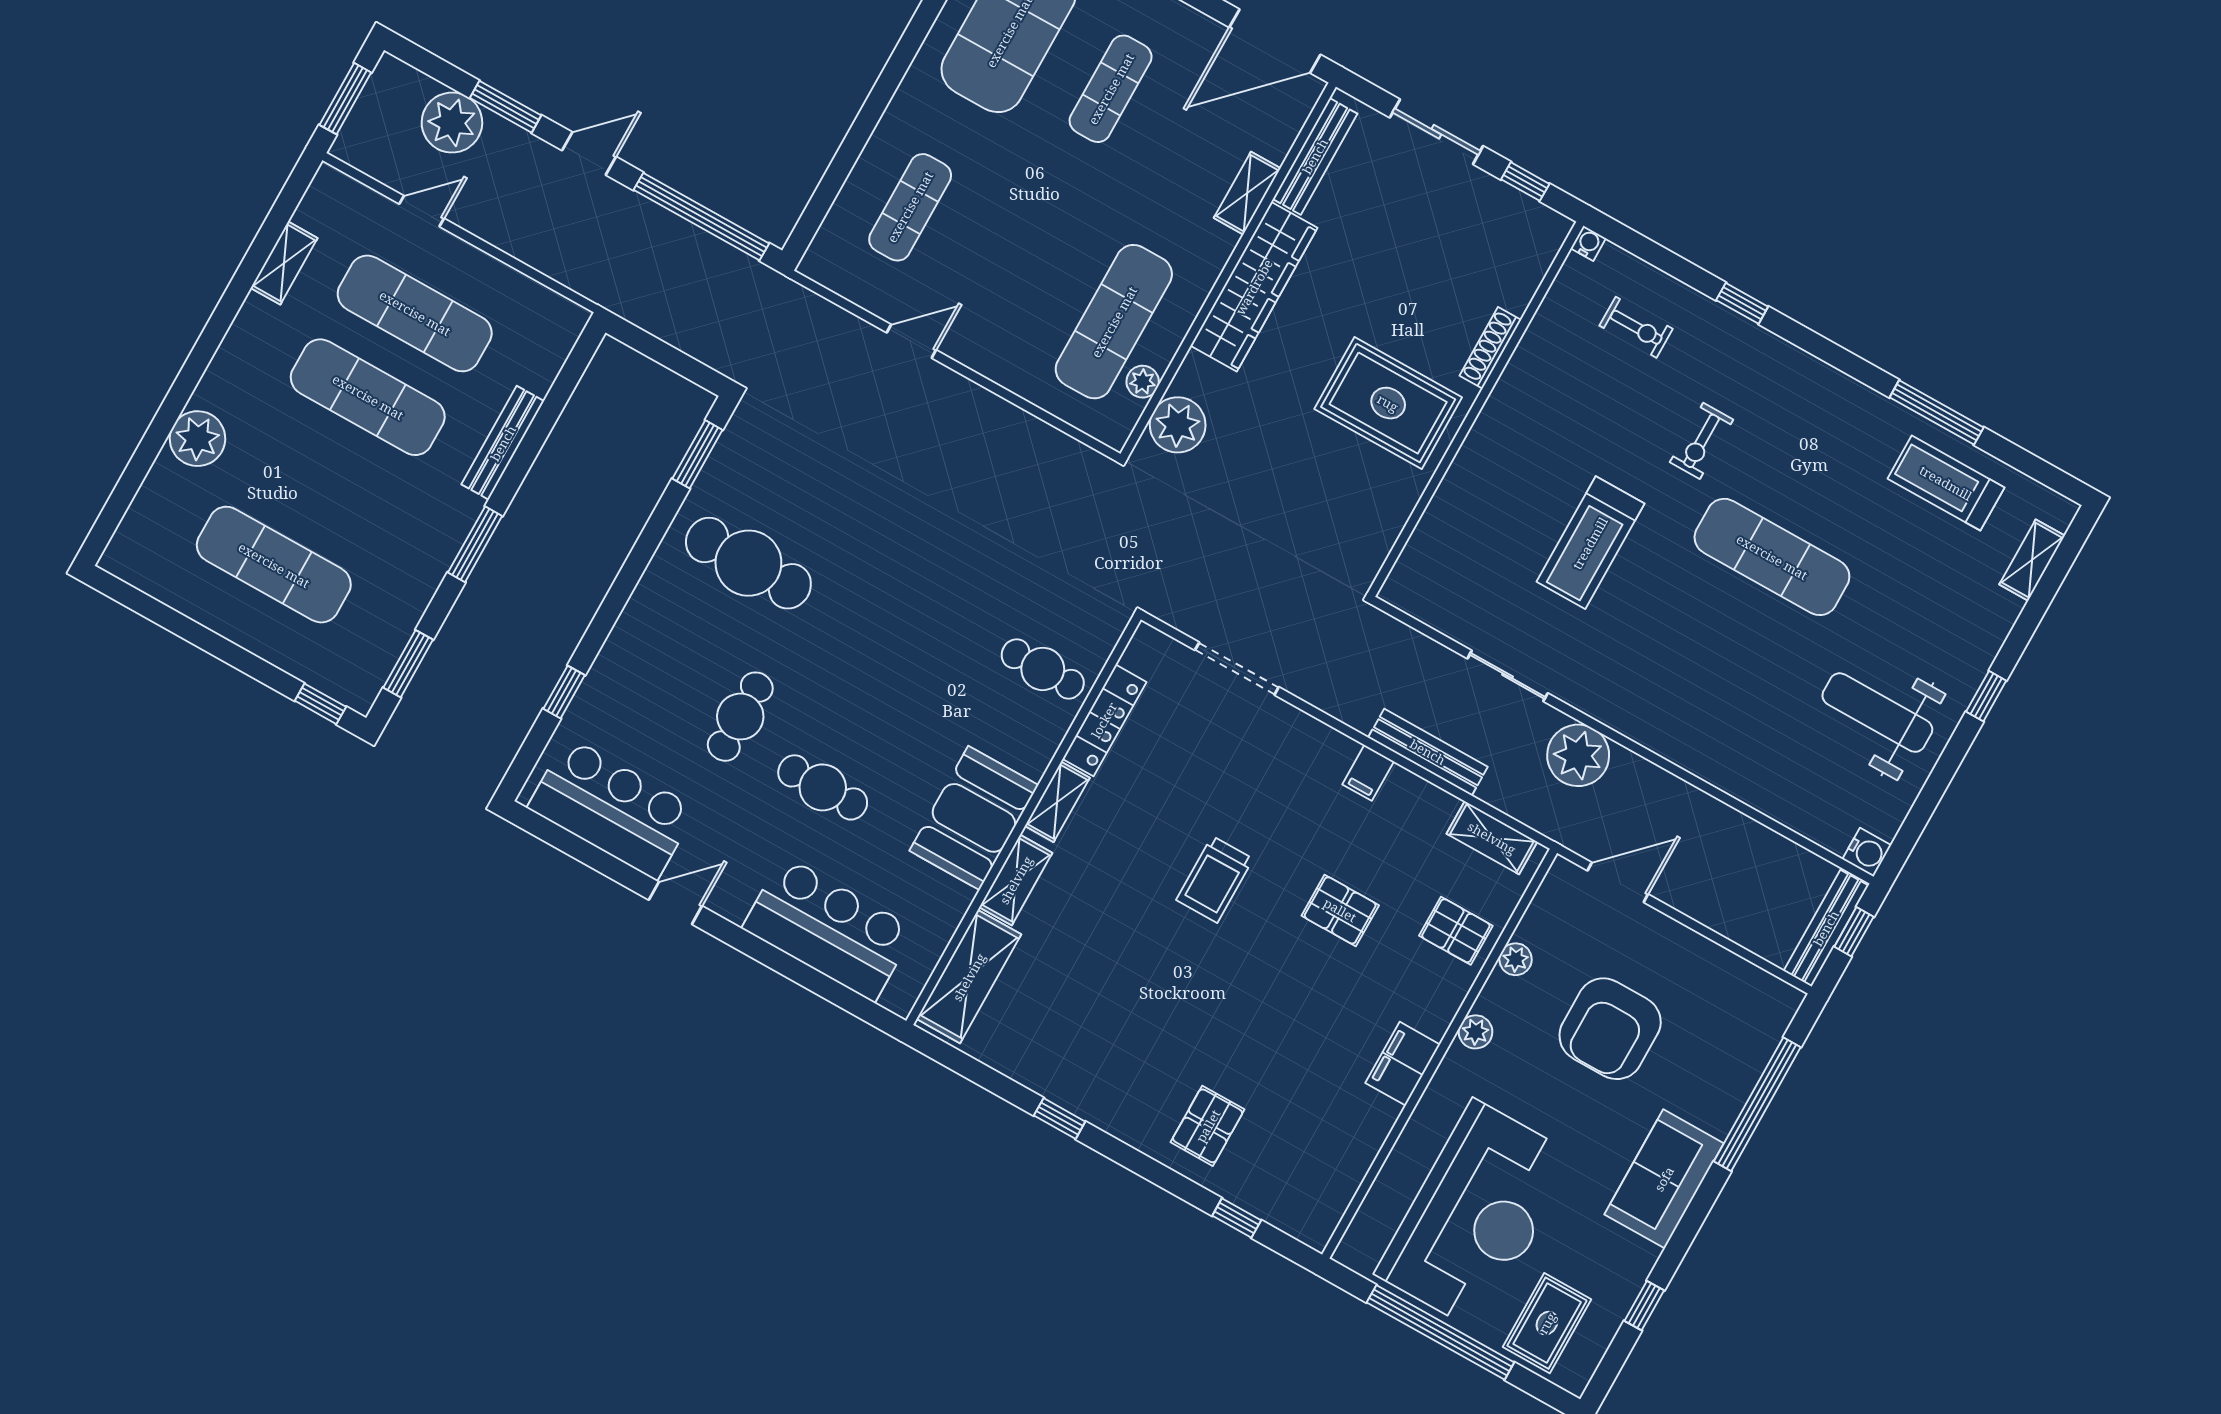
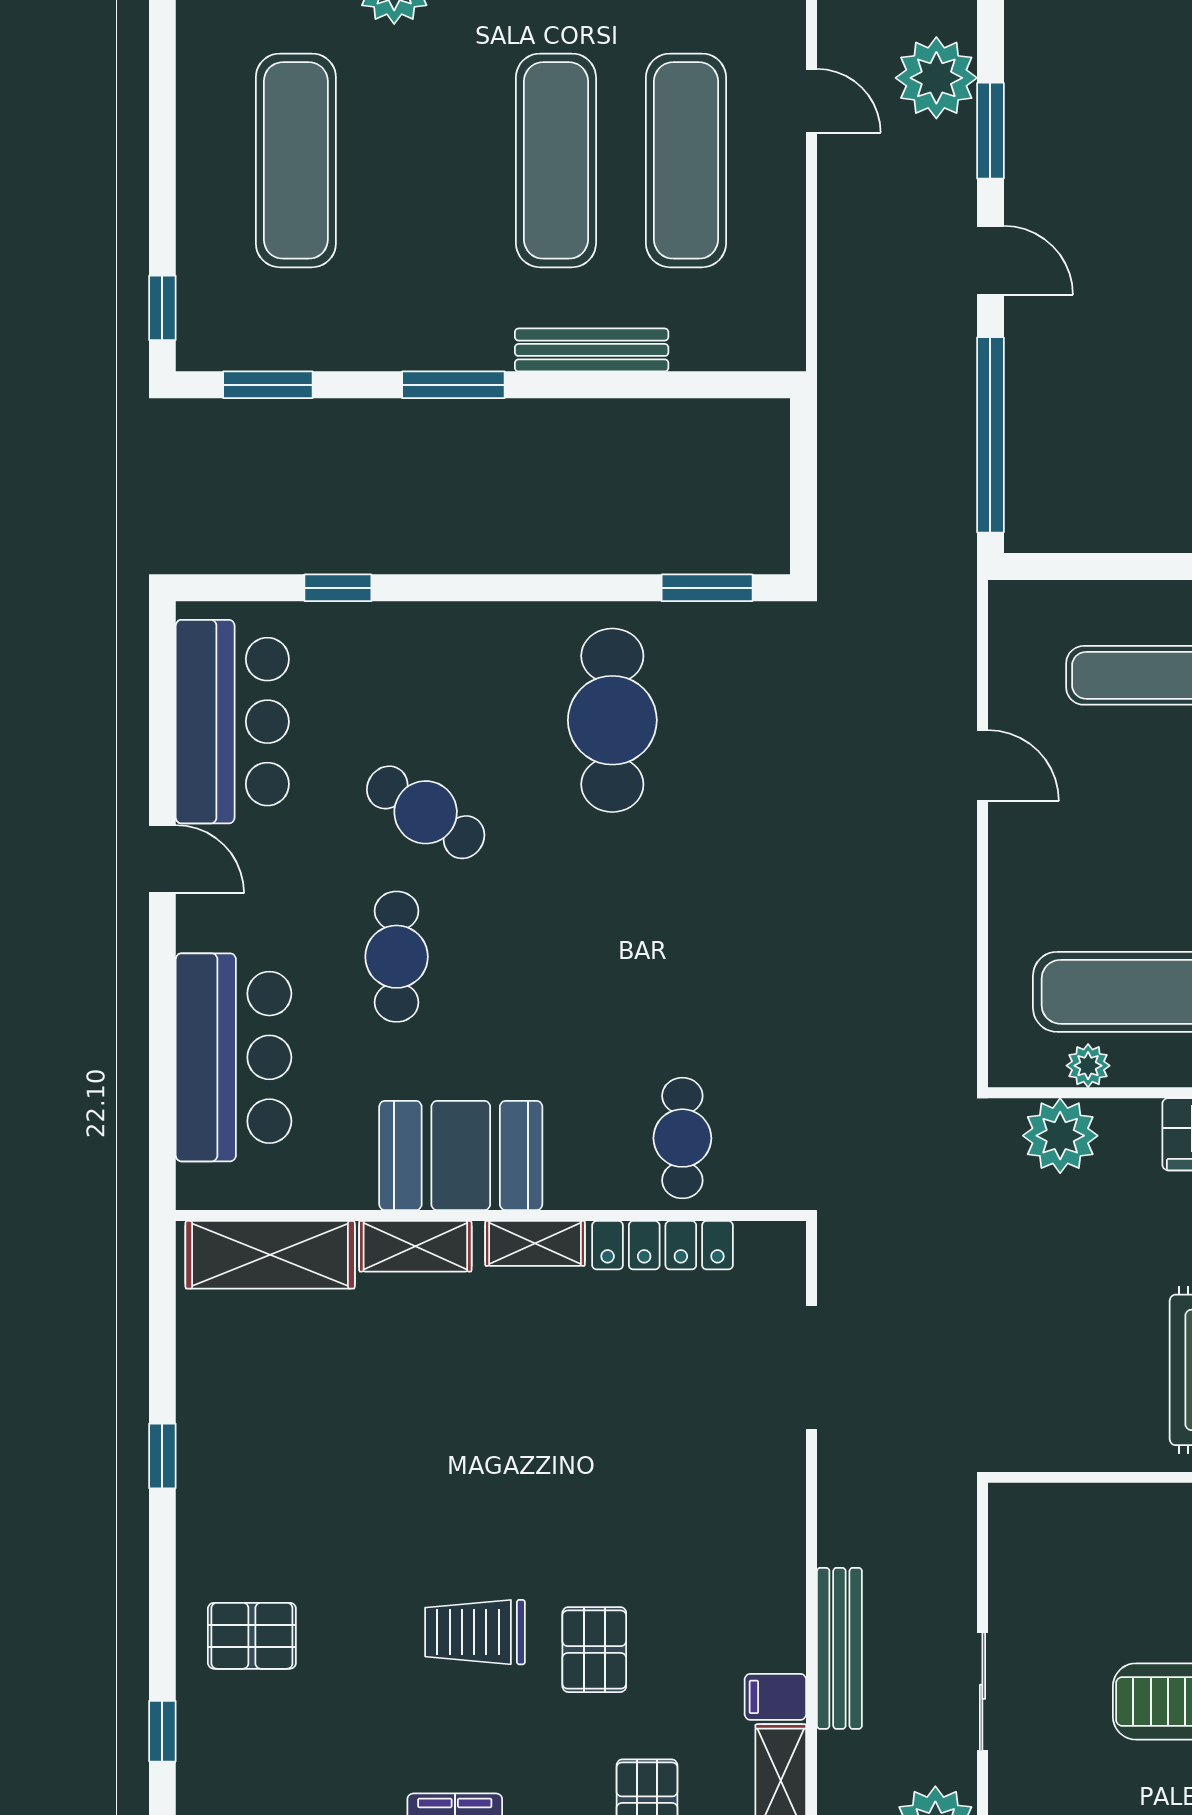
cafe table: (740, 717) -> (426, 812), turned 33
filing cabinet: (1368, 773) -> (775, 1697), moved
trolley: (1215, 879) -> (475, 1632), moved

